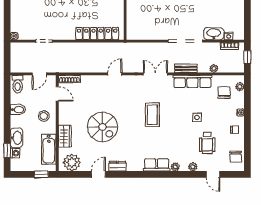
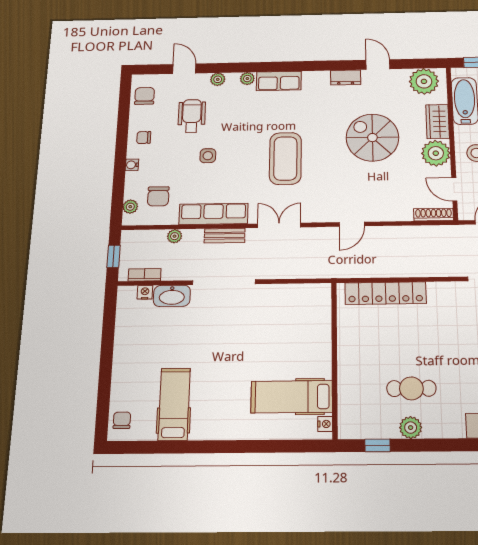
double door: (155, 74) -> (279, 225), swing flipped
coffee table: (152, 115) -> (285, 158), width x1.36, depth x1.32
plant: (67, 116) -> (436, 153), added
door: (98, 174) -> (378, 64), swing flipped

